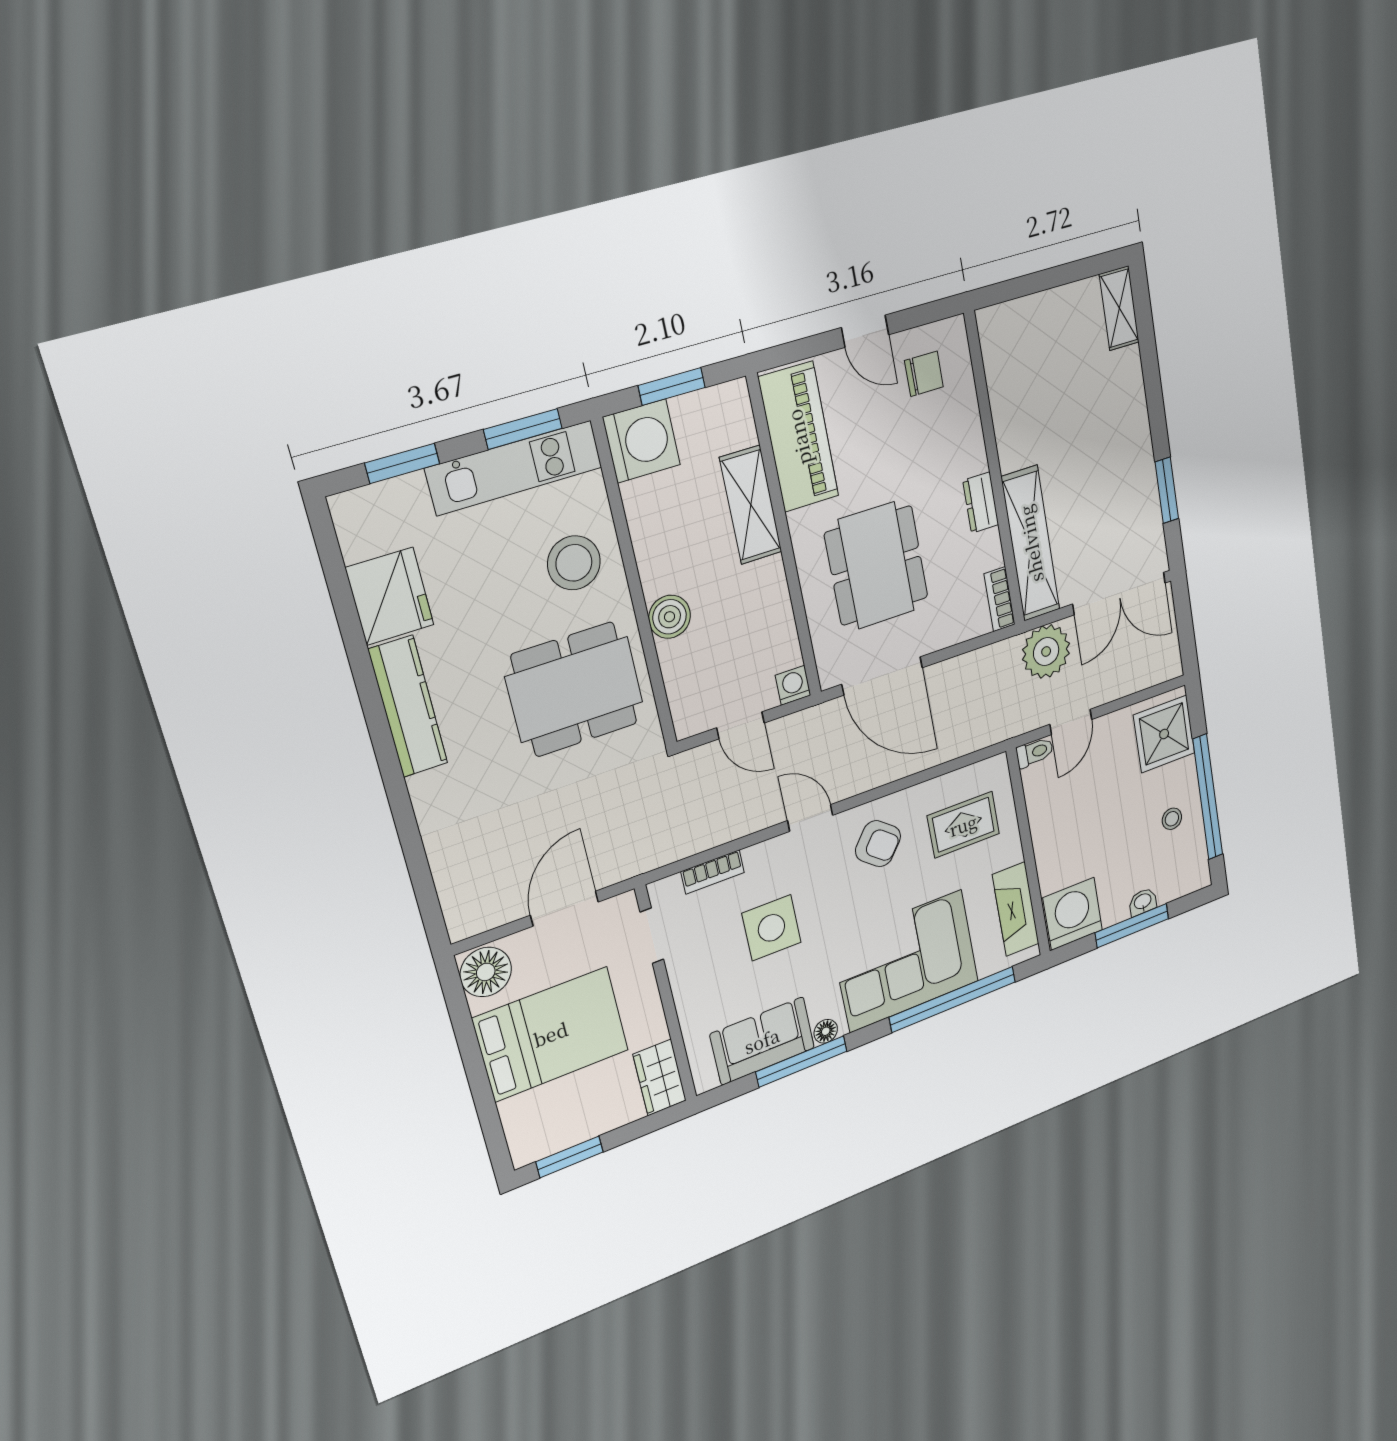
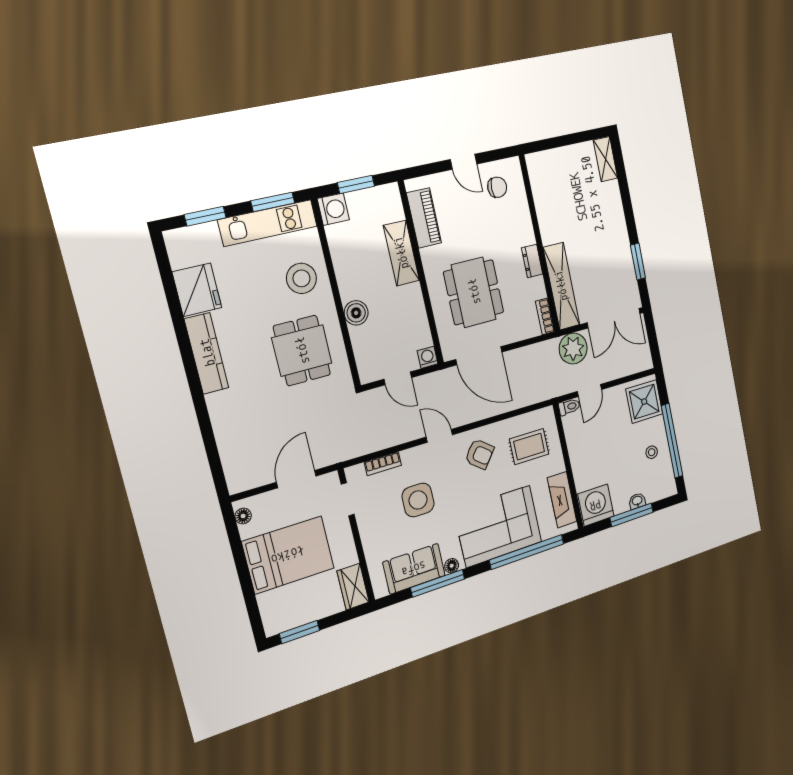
piano: (799, 437) -> (424, 218), width x0.73, depth x0.75
washing machine: (641, 441) -> (333, 209), width x0.73, depth x0.73
dining table: (574, 689) -> (302, 351), width x0.73
floor lamp: (486, 972) -> (243, 516), width x0.53, depth x0.53

